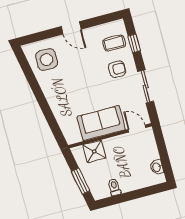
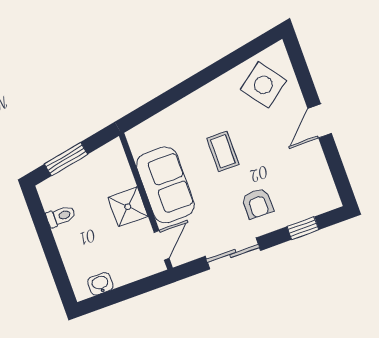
coffee table: (114, 43) -> (223, 151), moved
side table: (47, 60) -> (263, 85), turned -37
shower: (94, 151) -> (128, 207), moved

